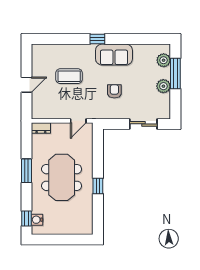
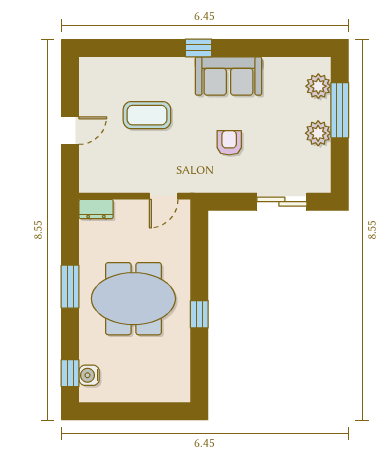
meeting table: (62, 177) -> (133, 299), turned 90

